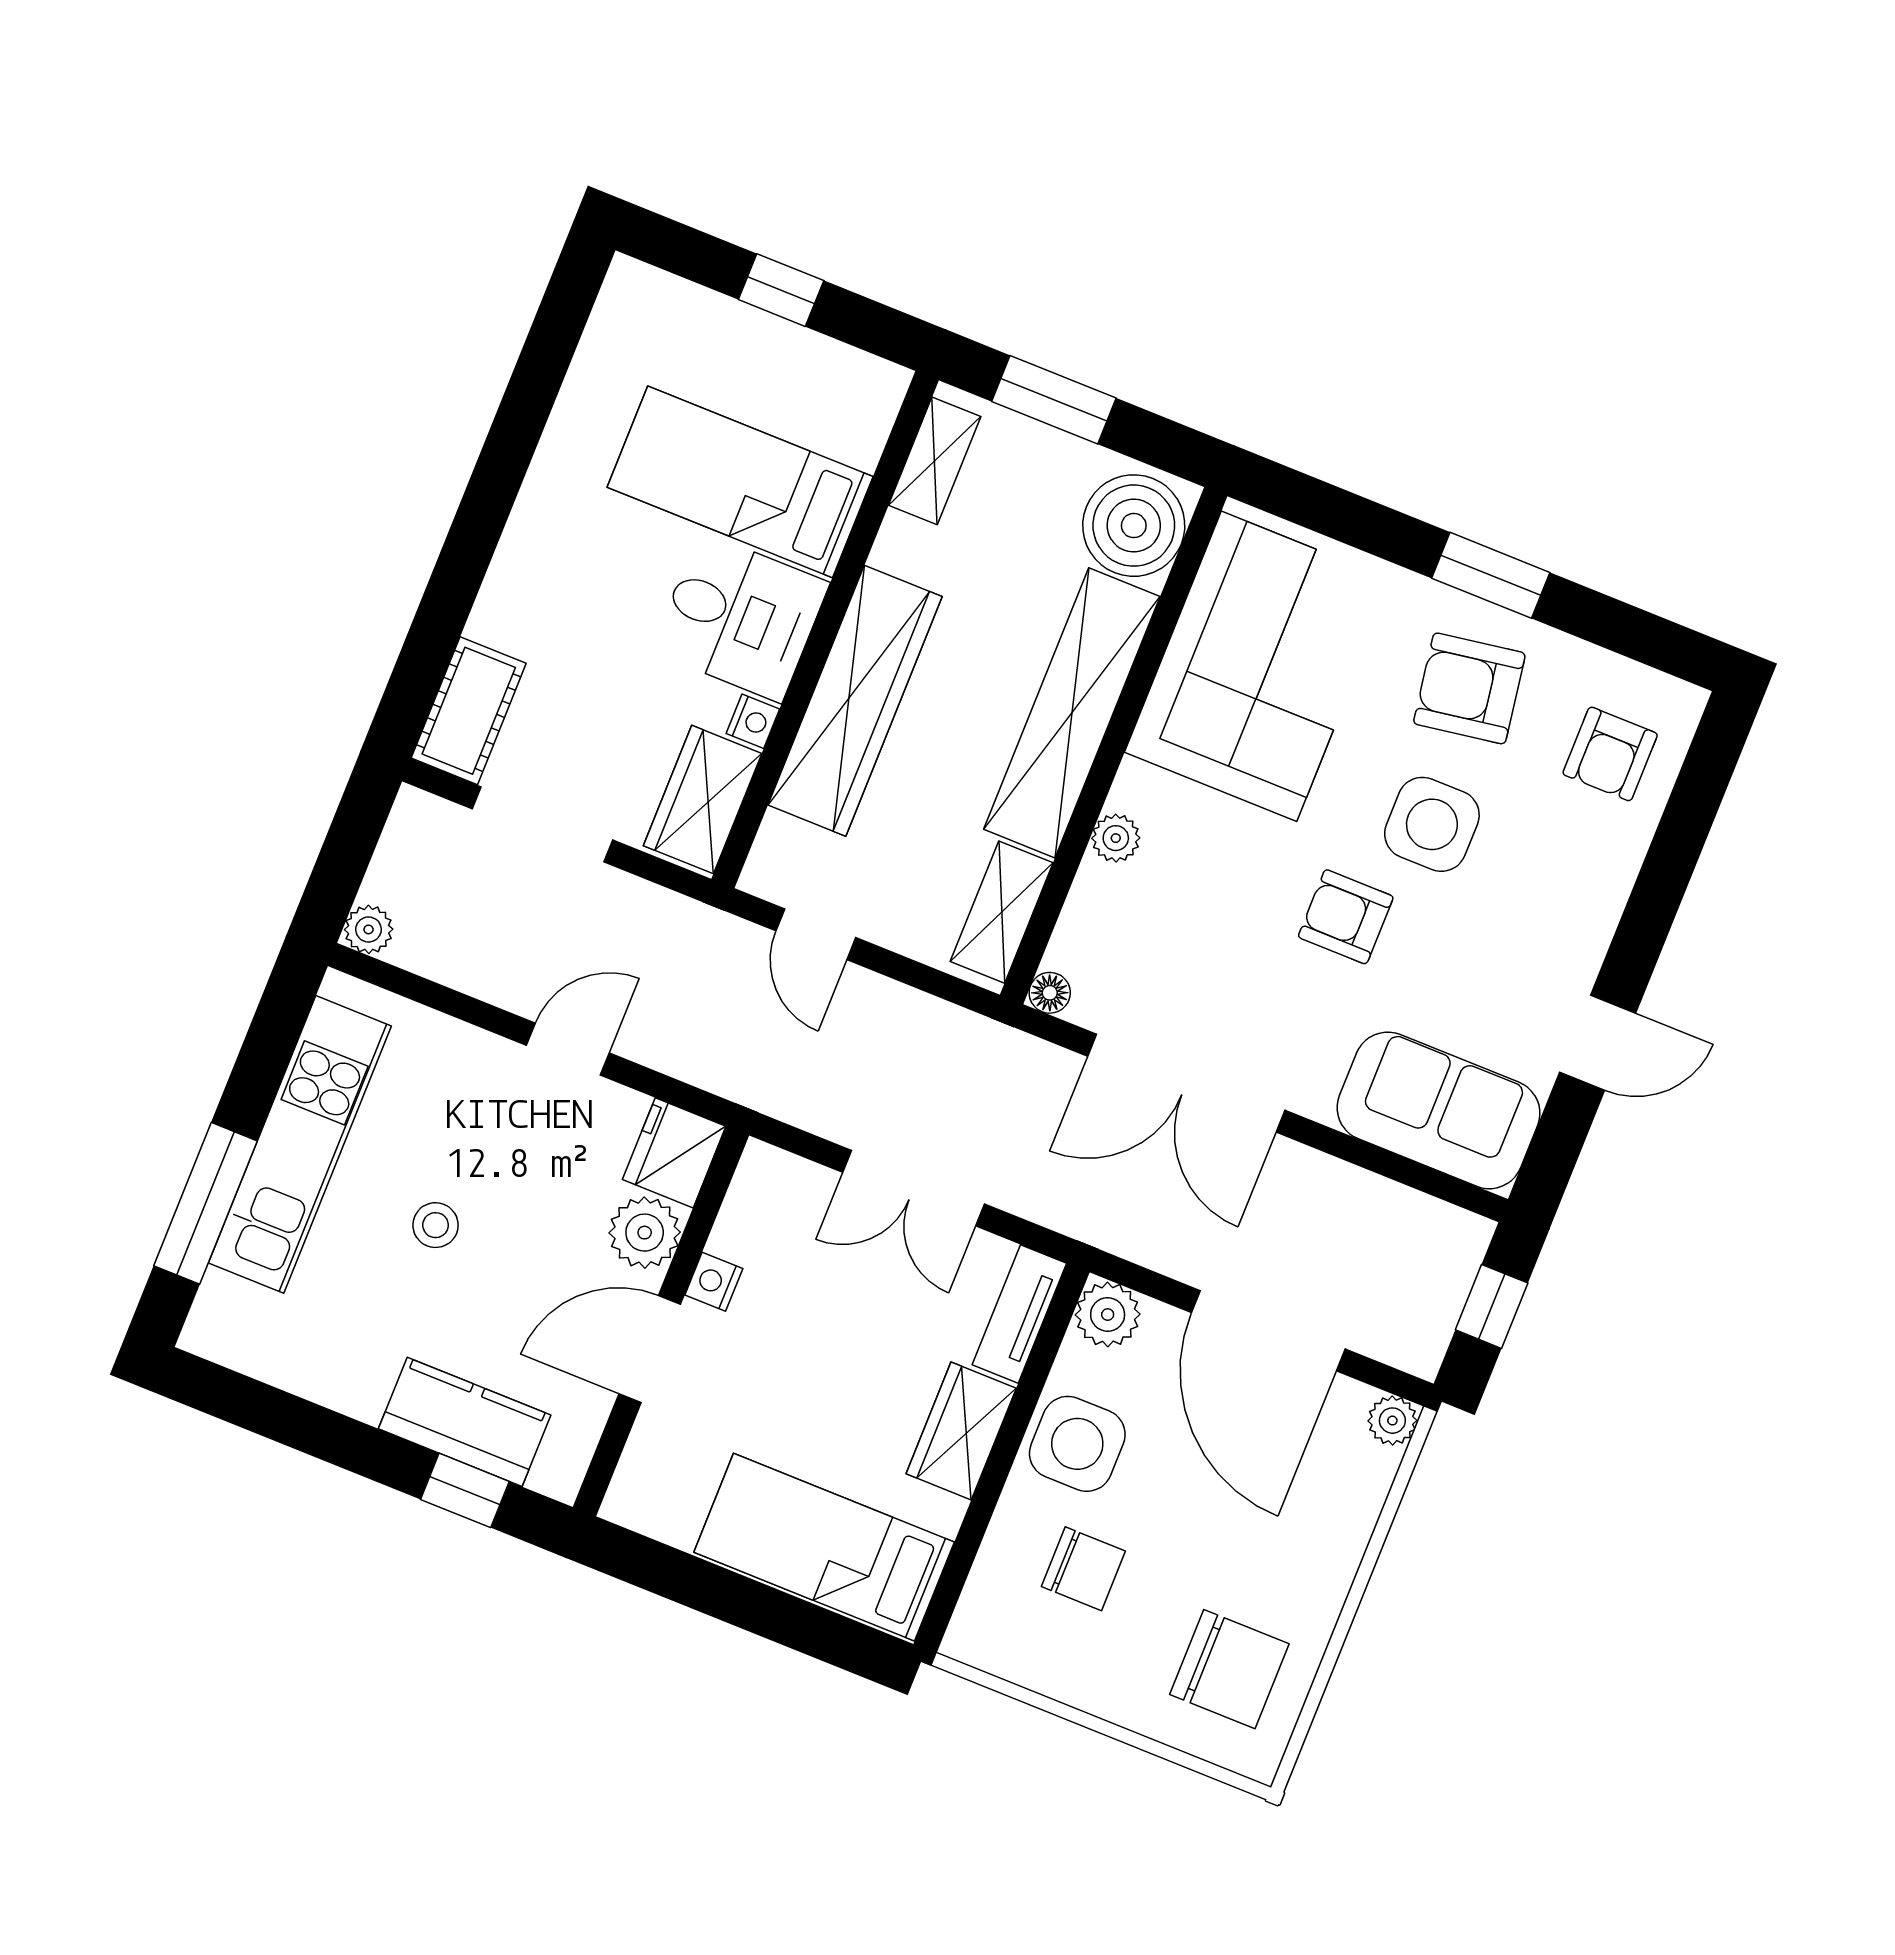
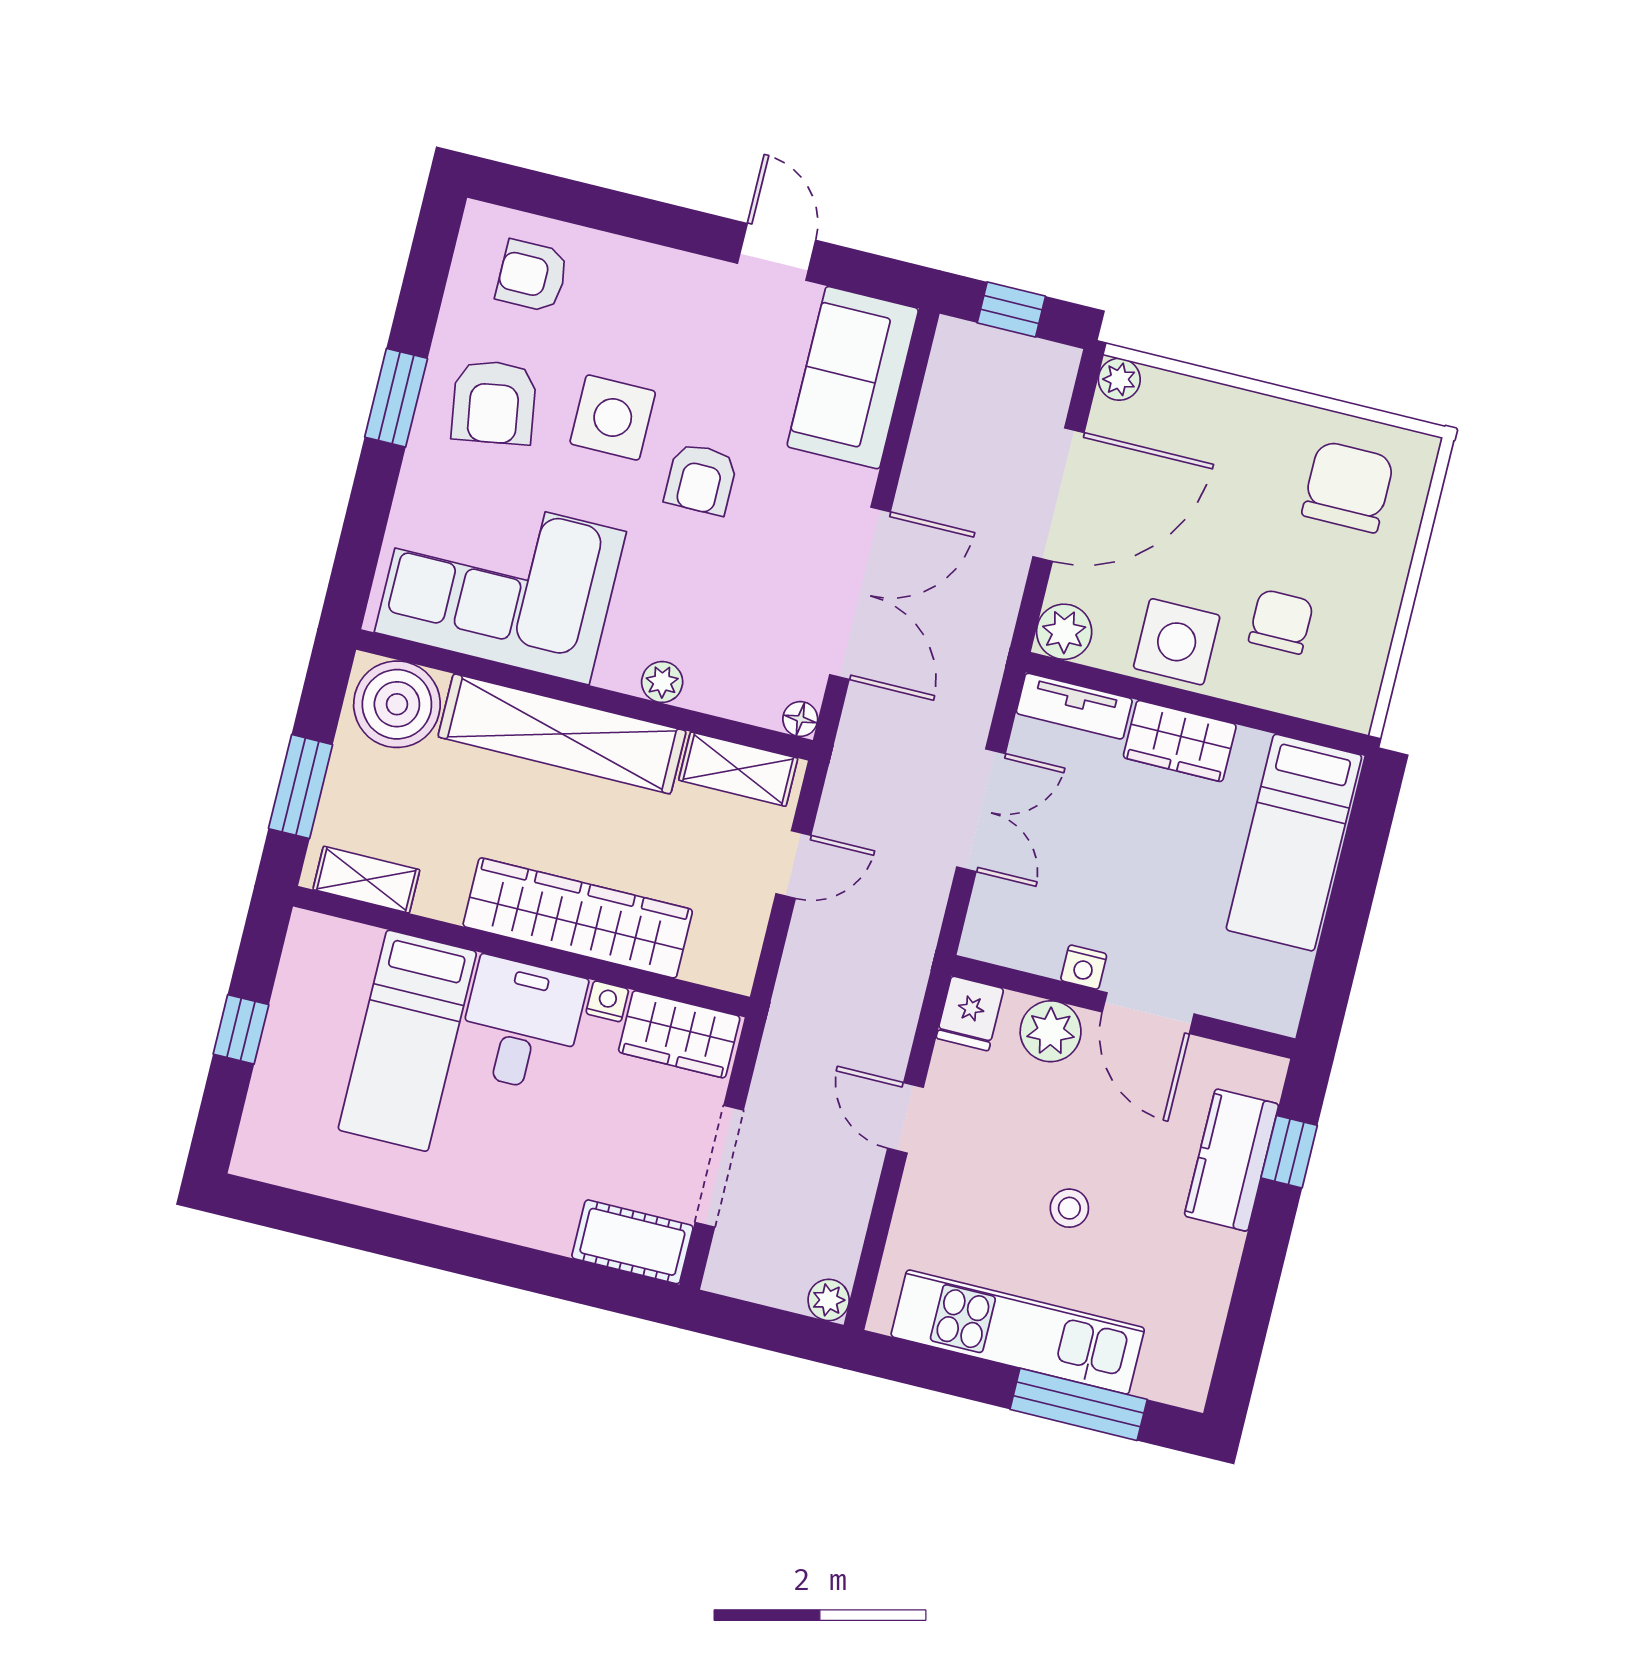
armchair: (1610, 754) -> (532, 276), turned 180
door: (816, 934) -> (793, 864), moved
fridge: (674, 1153) -> (970, 1013), width x0.72

